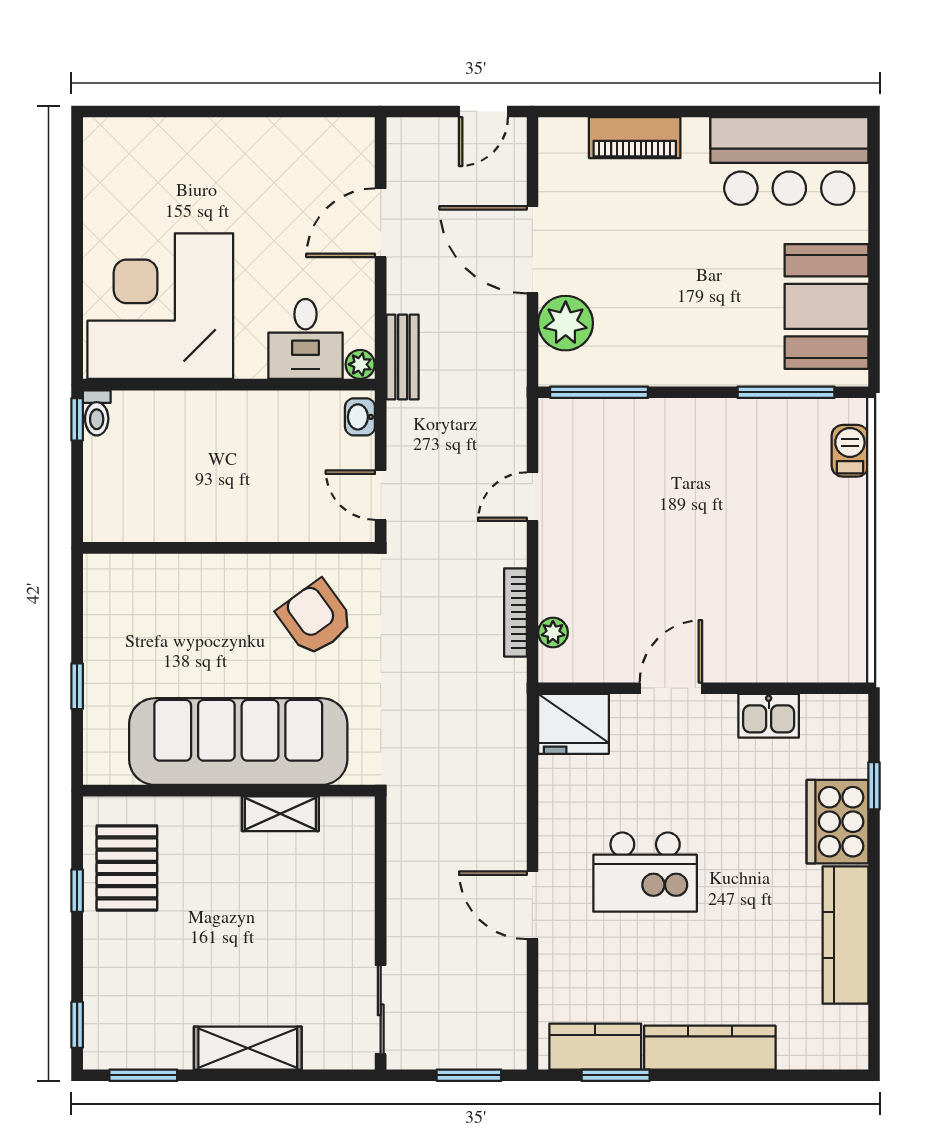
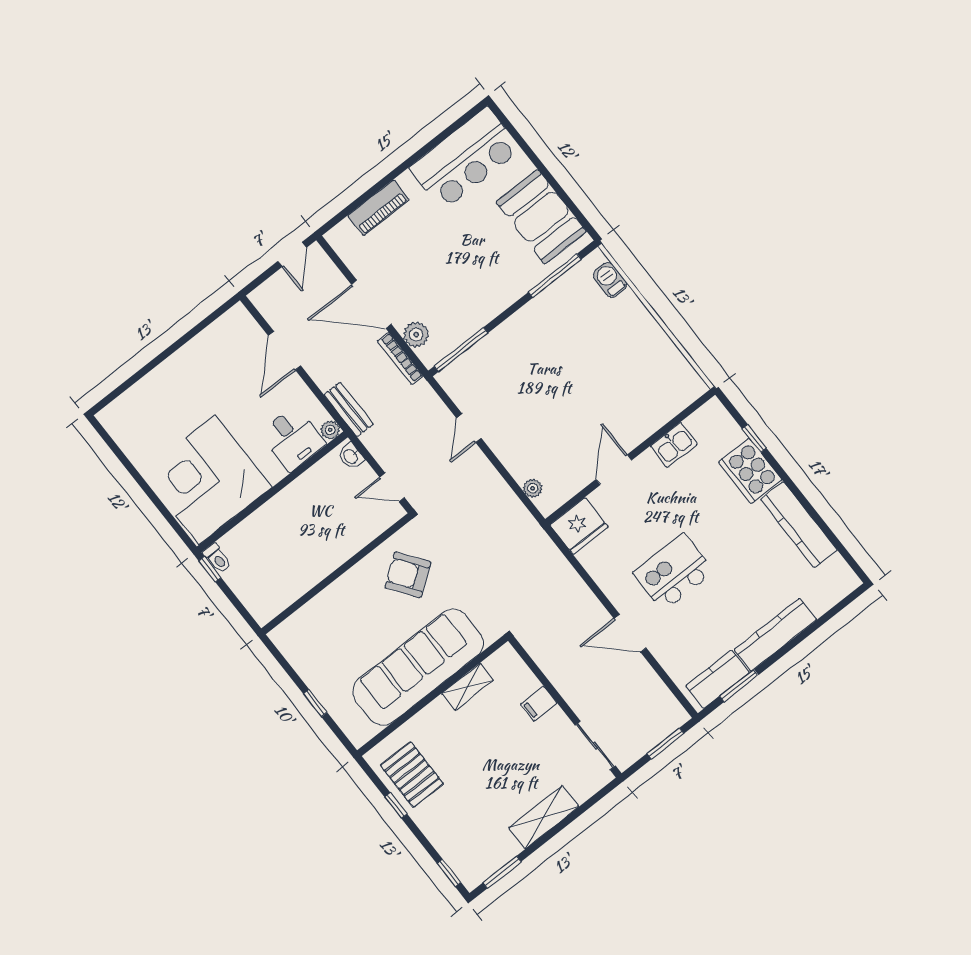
plant: (566, 323) -> (416, 335), width x0.73, depth x0.73
bookcase: (515, 612) -> (400, 358), moved
kitchen island: (645, 872) -> (674, 572), turned 180
filing cabinet: (352, 903) -> (539, 704), added

